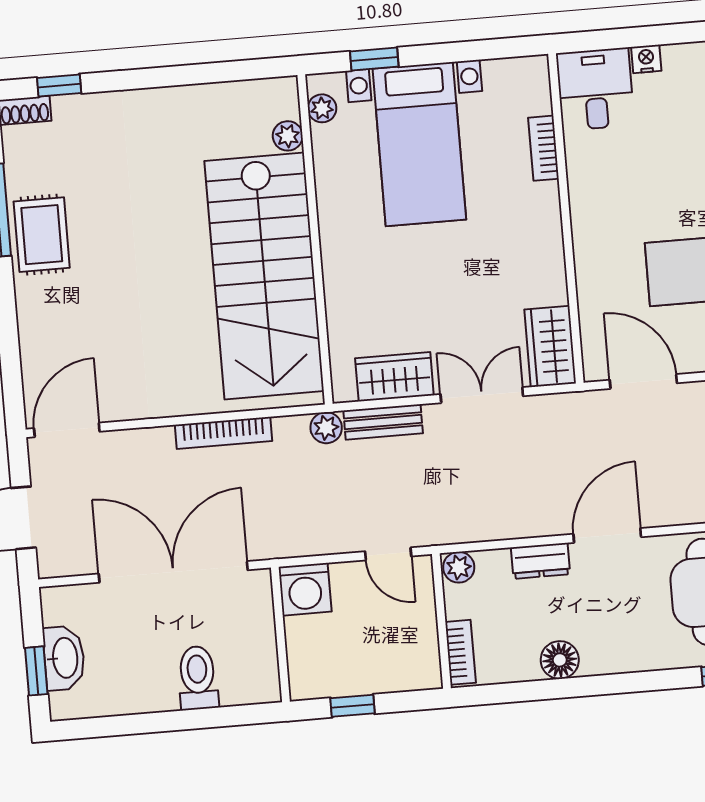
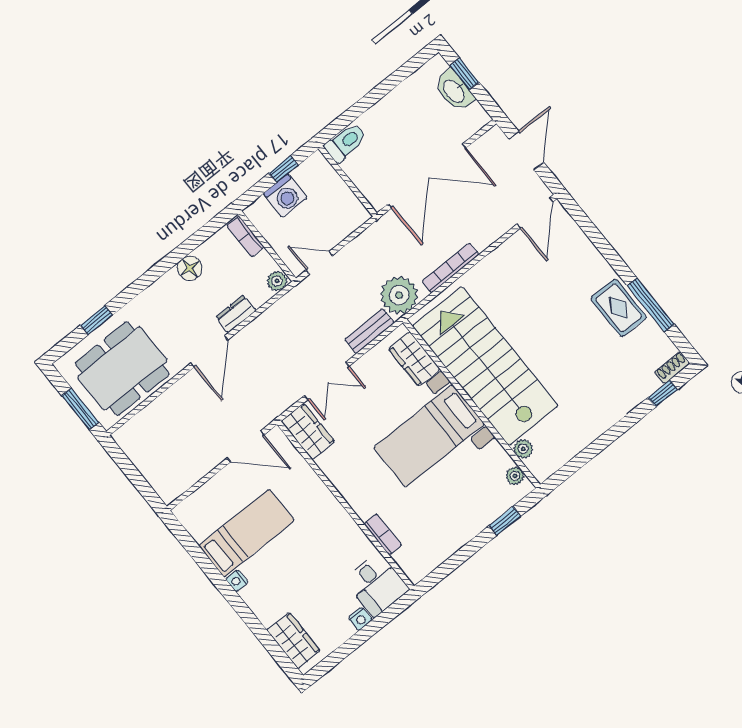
bed with nightstands: (419, 144) -> (429, 436), moved, turned -90
wardrobe: (394, 377) -> (414, 359), moved, turned 90
plant: (326, 428) -> (399, 295), width x1.87, depth x1.87
washing machine: (305, 589) -> (285, 196), moved, turned 180
toilet: (198, 678) -> (346, 143), moved, turned -90

